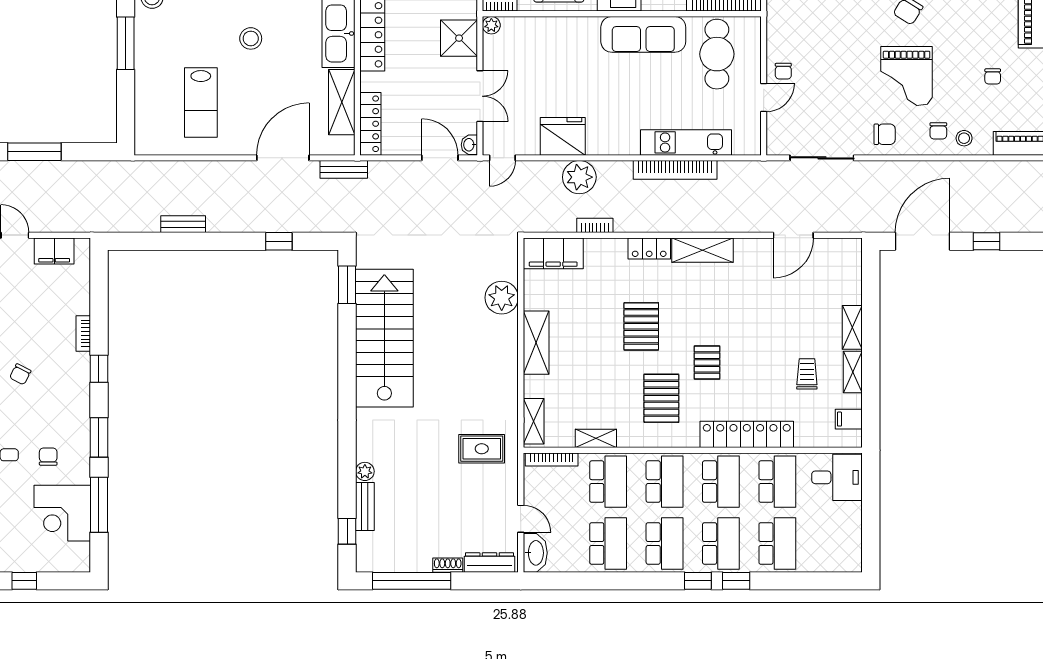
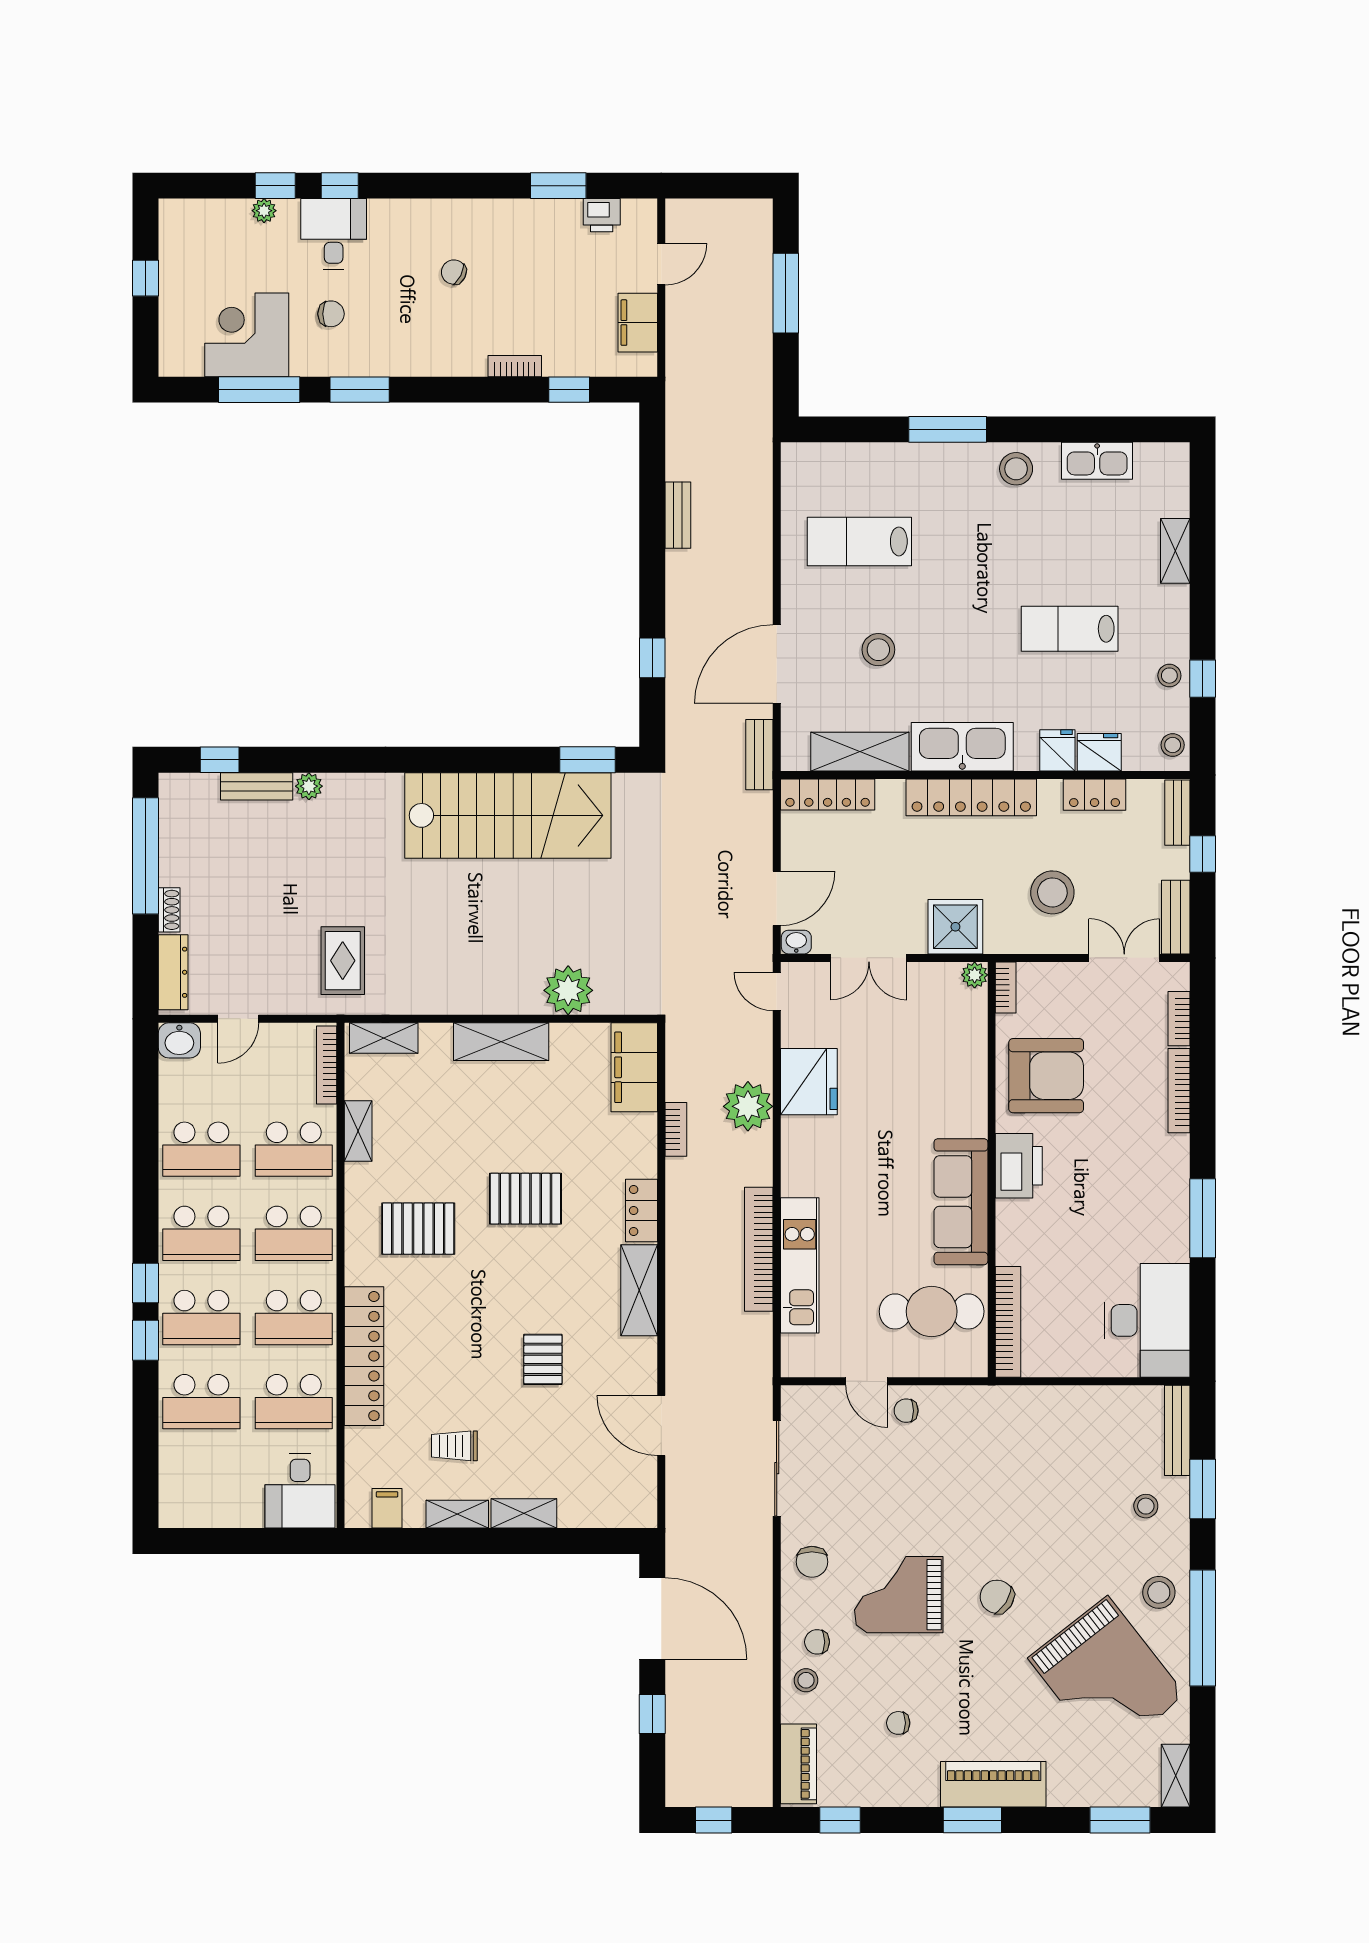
stool: (251, 38) -> (878, 650), moved
door: (283, 158) -> (777, 664), swing flipped
pallet: (707, 362) -> (543, 1359), moved, turned 90
window: (99, 369) -> (569, 390), moved
trolley: (807, 374) -> (454, 1446), turned 180
washbasin: (535, 553) -> (179, 1040), width x0.72

